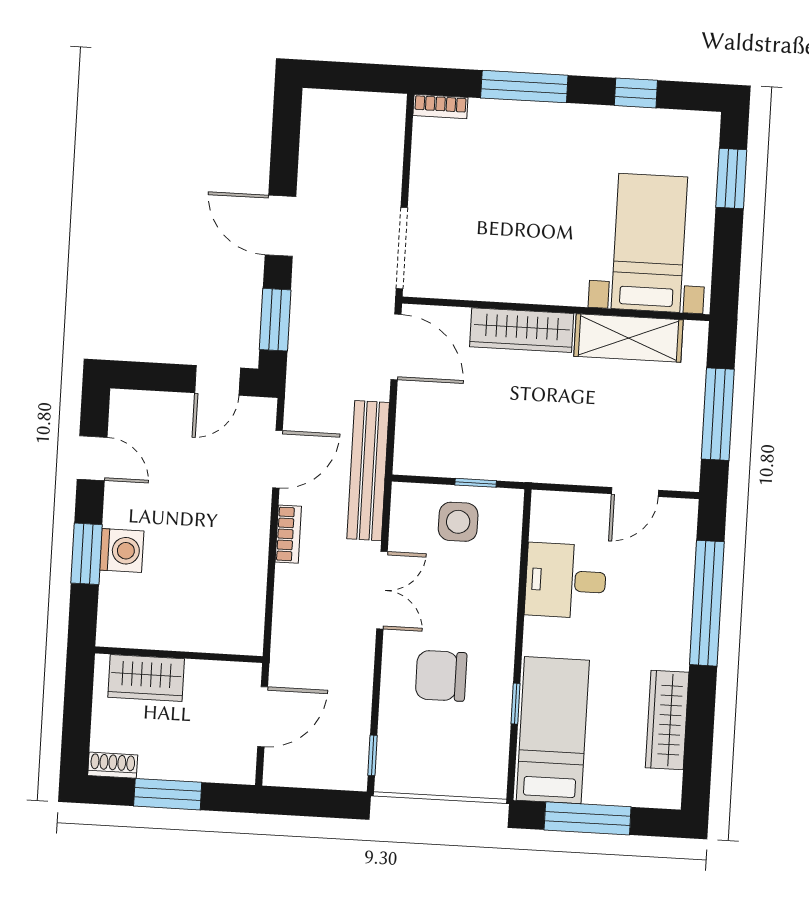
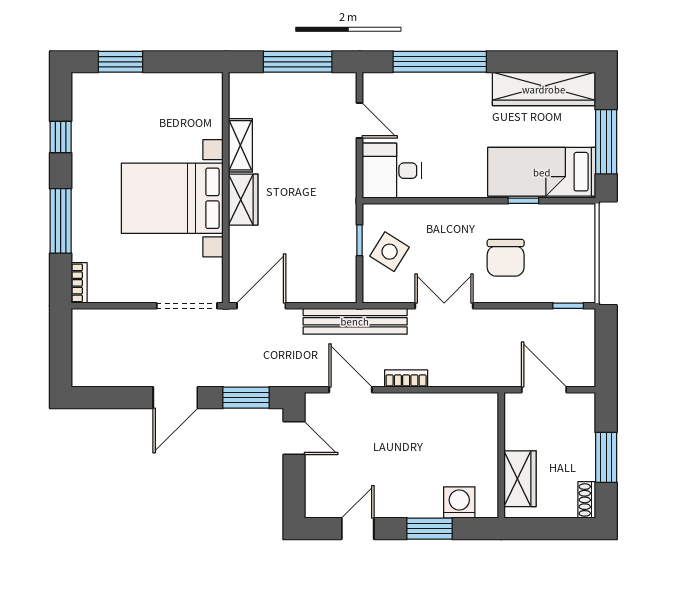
bed with nightstands: (649, 243) -> (172, 198), moved, width x1.36
wardrobe: (522, 330) -> (243, 200), width x0.67
shelving: (629, 338) -> (240, 145), width x0.67, depth x0.75
side table: (458, 522) -> (390, 252), turned 32
washing machine: (122, 550) -> (459, 502), moved
desk: (566, 581) -> (392, 171), moved, turned 90
wardrobe: (667, 720) -> (544, 89), width x1.40, depth x1.17

